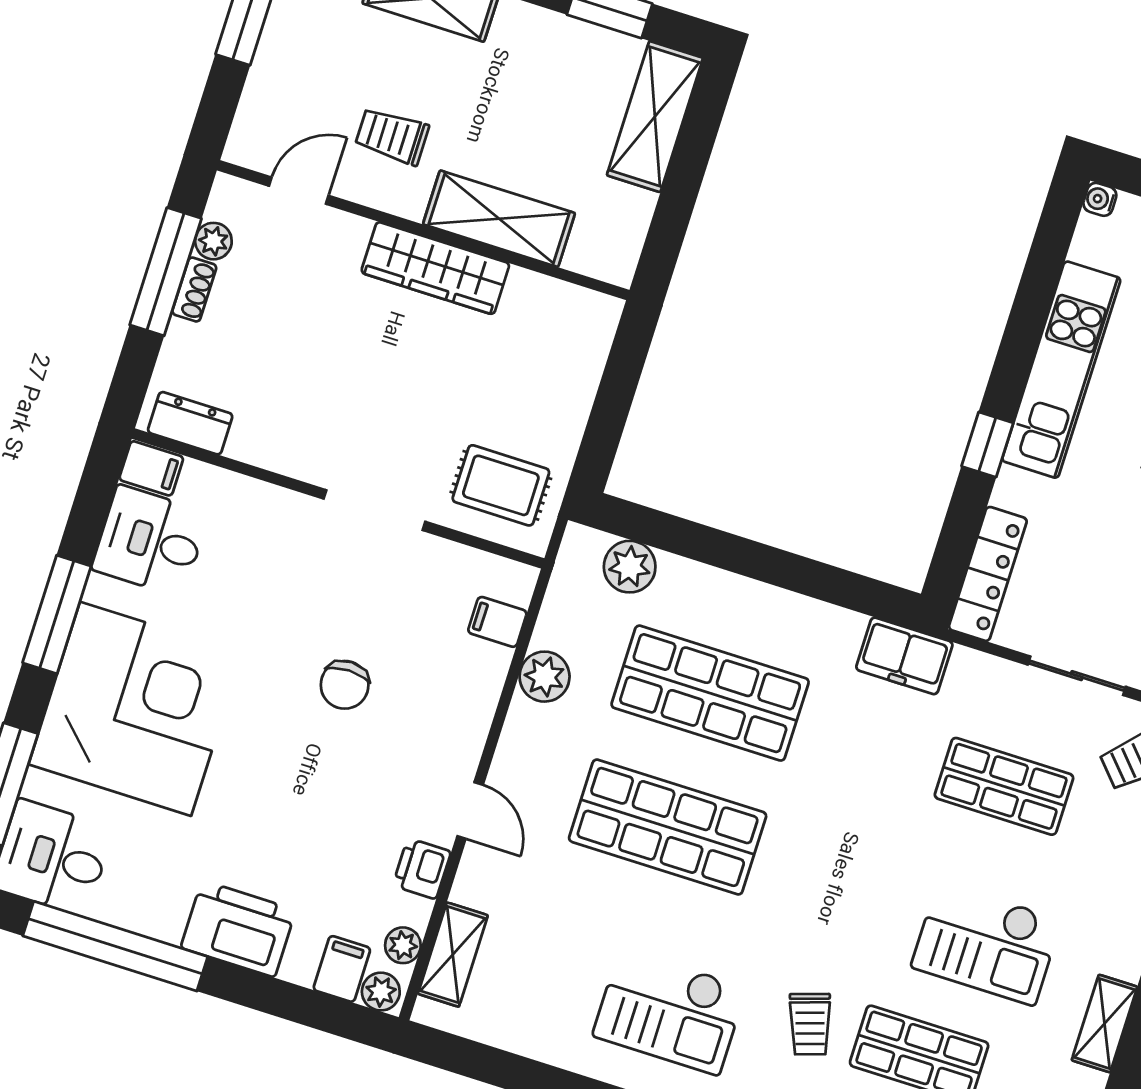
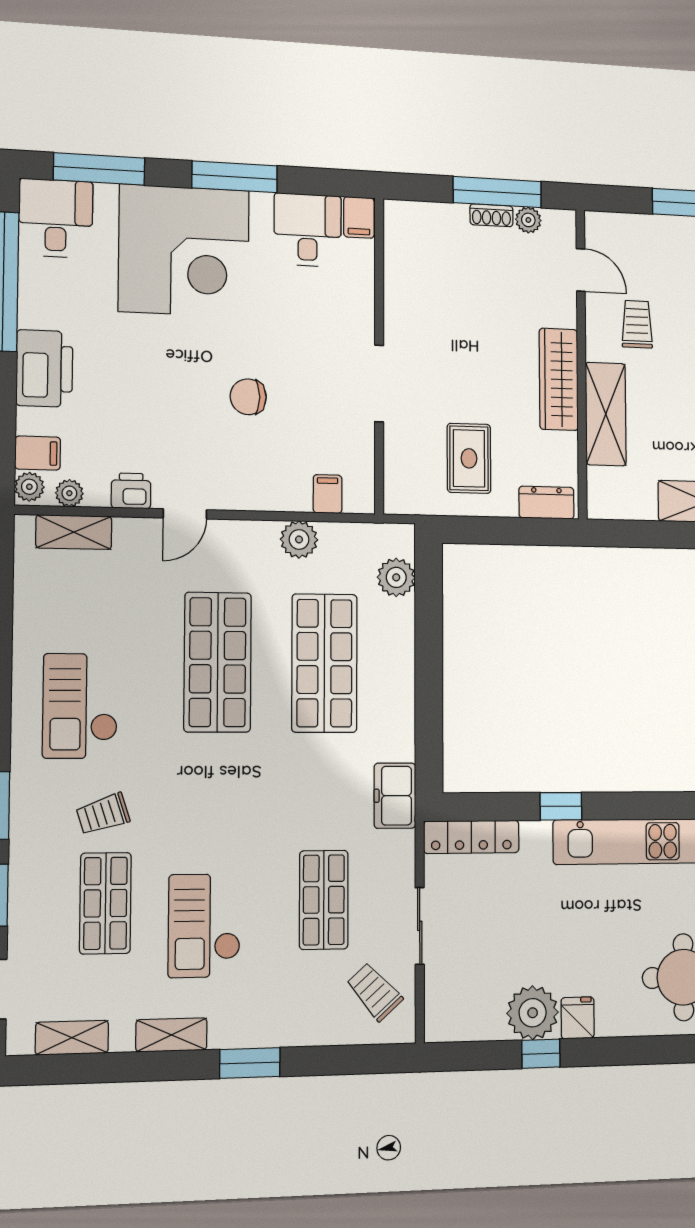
dresser: (190, 423) -> (546, 503), moved, turned -90
rug: (501, 485) -> (469, 458), moved

